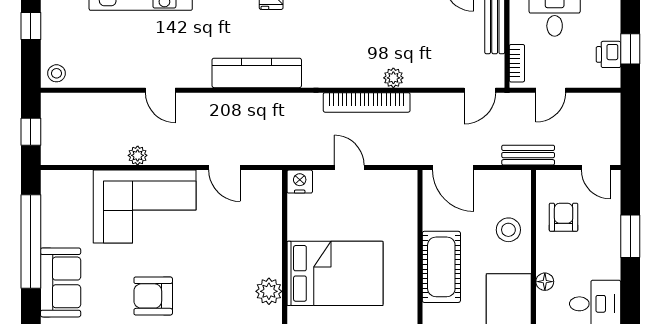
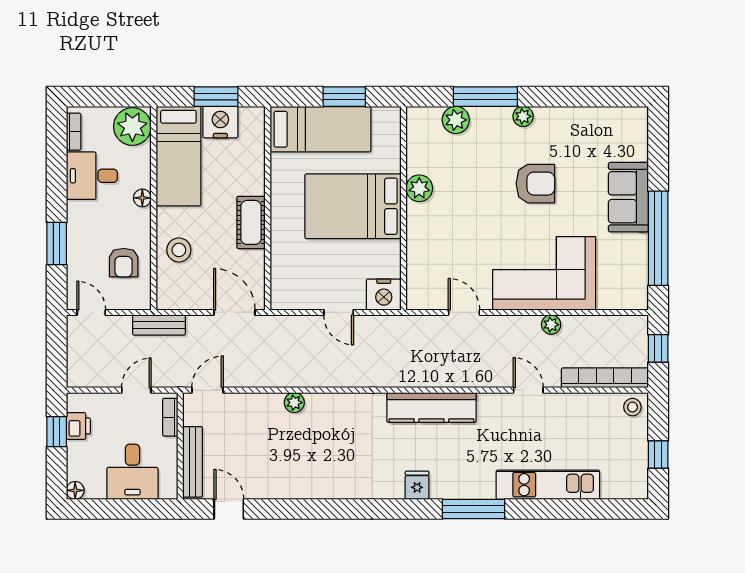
bookcase: (367, 102) -> (605, 378), moved
nightstand: (300, 182) -> (384, 295), width x1.36, depth x1.33
cot: (441, 267) -> (251, 222), width x0.73, depth x0.75

